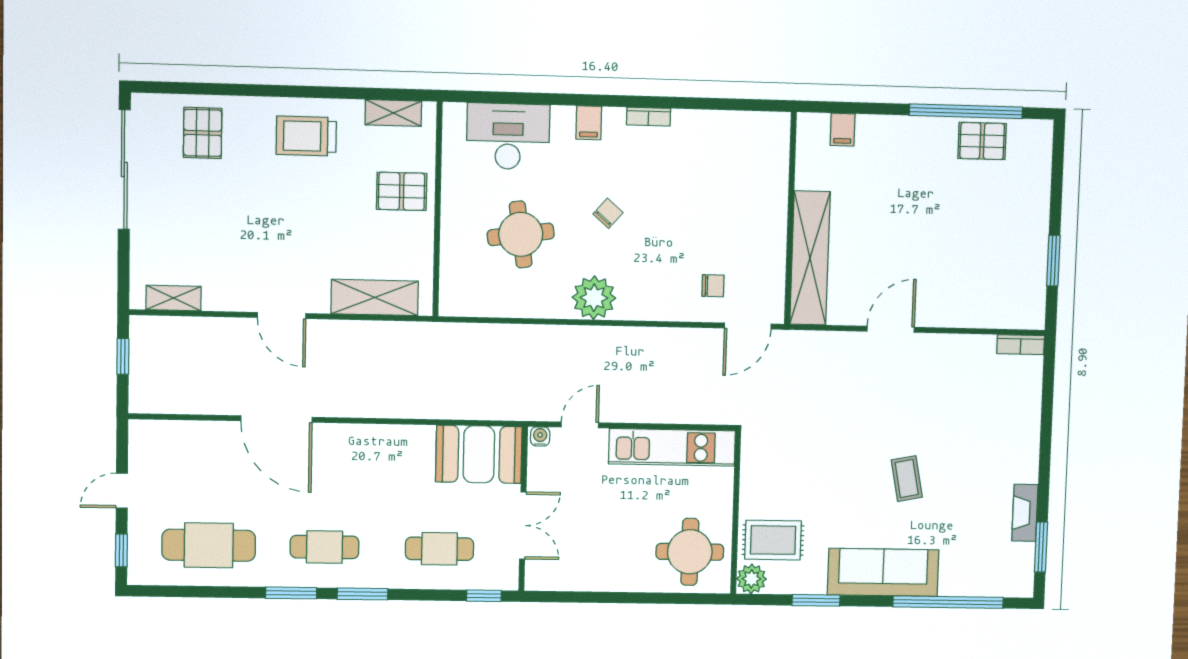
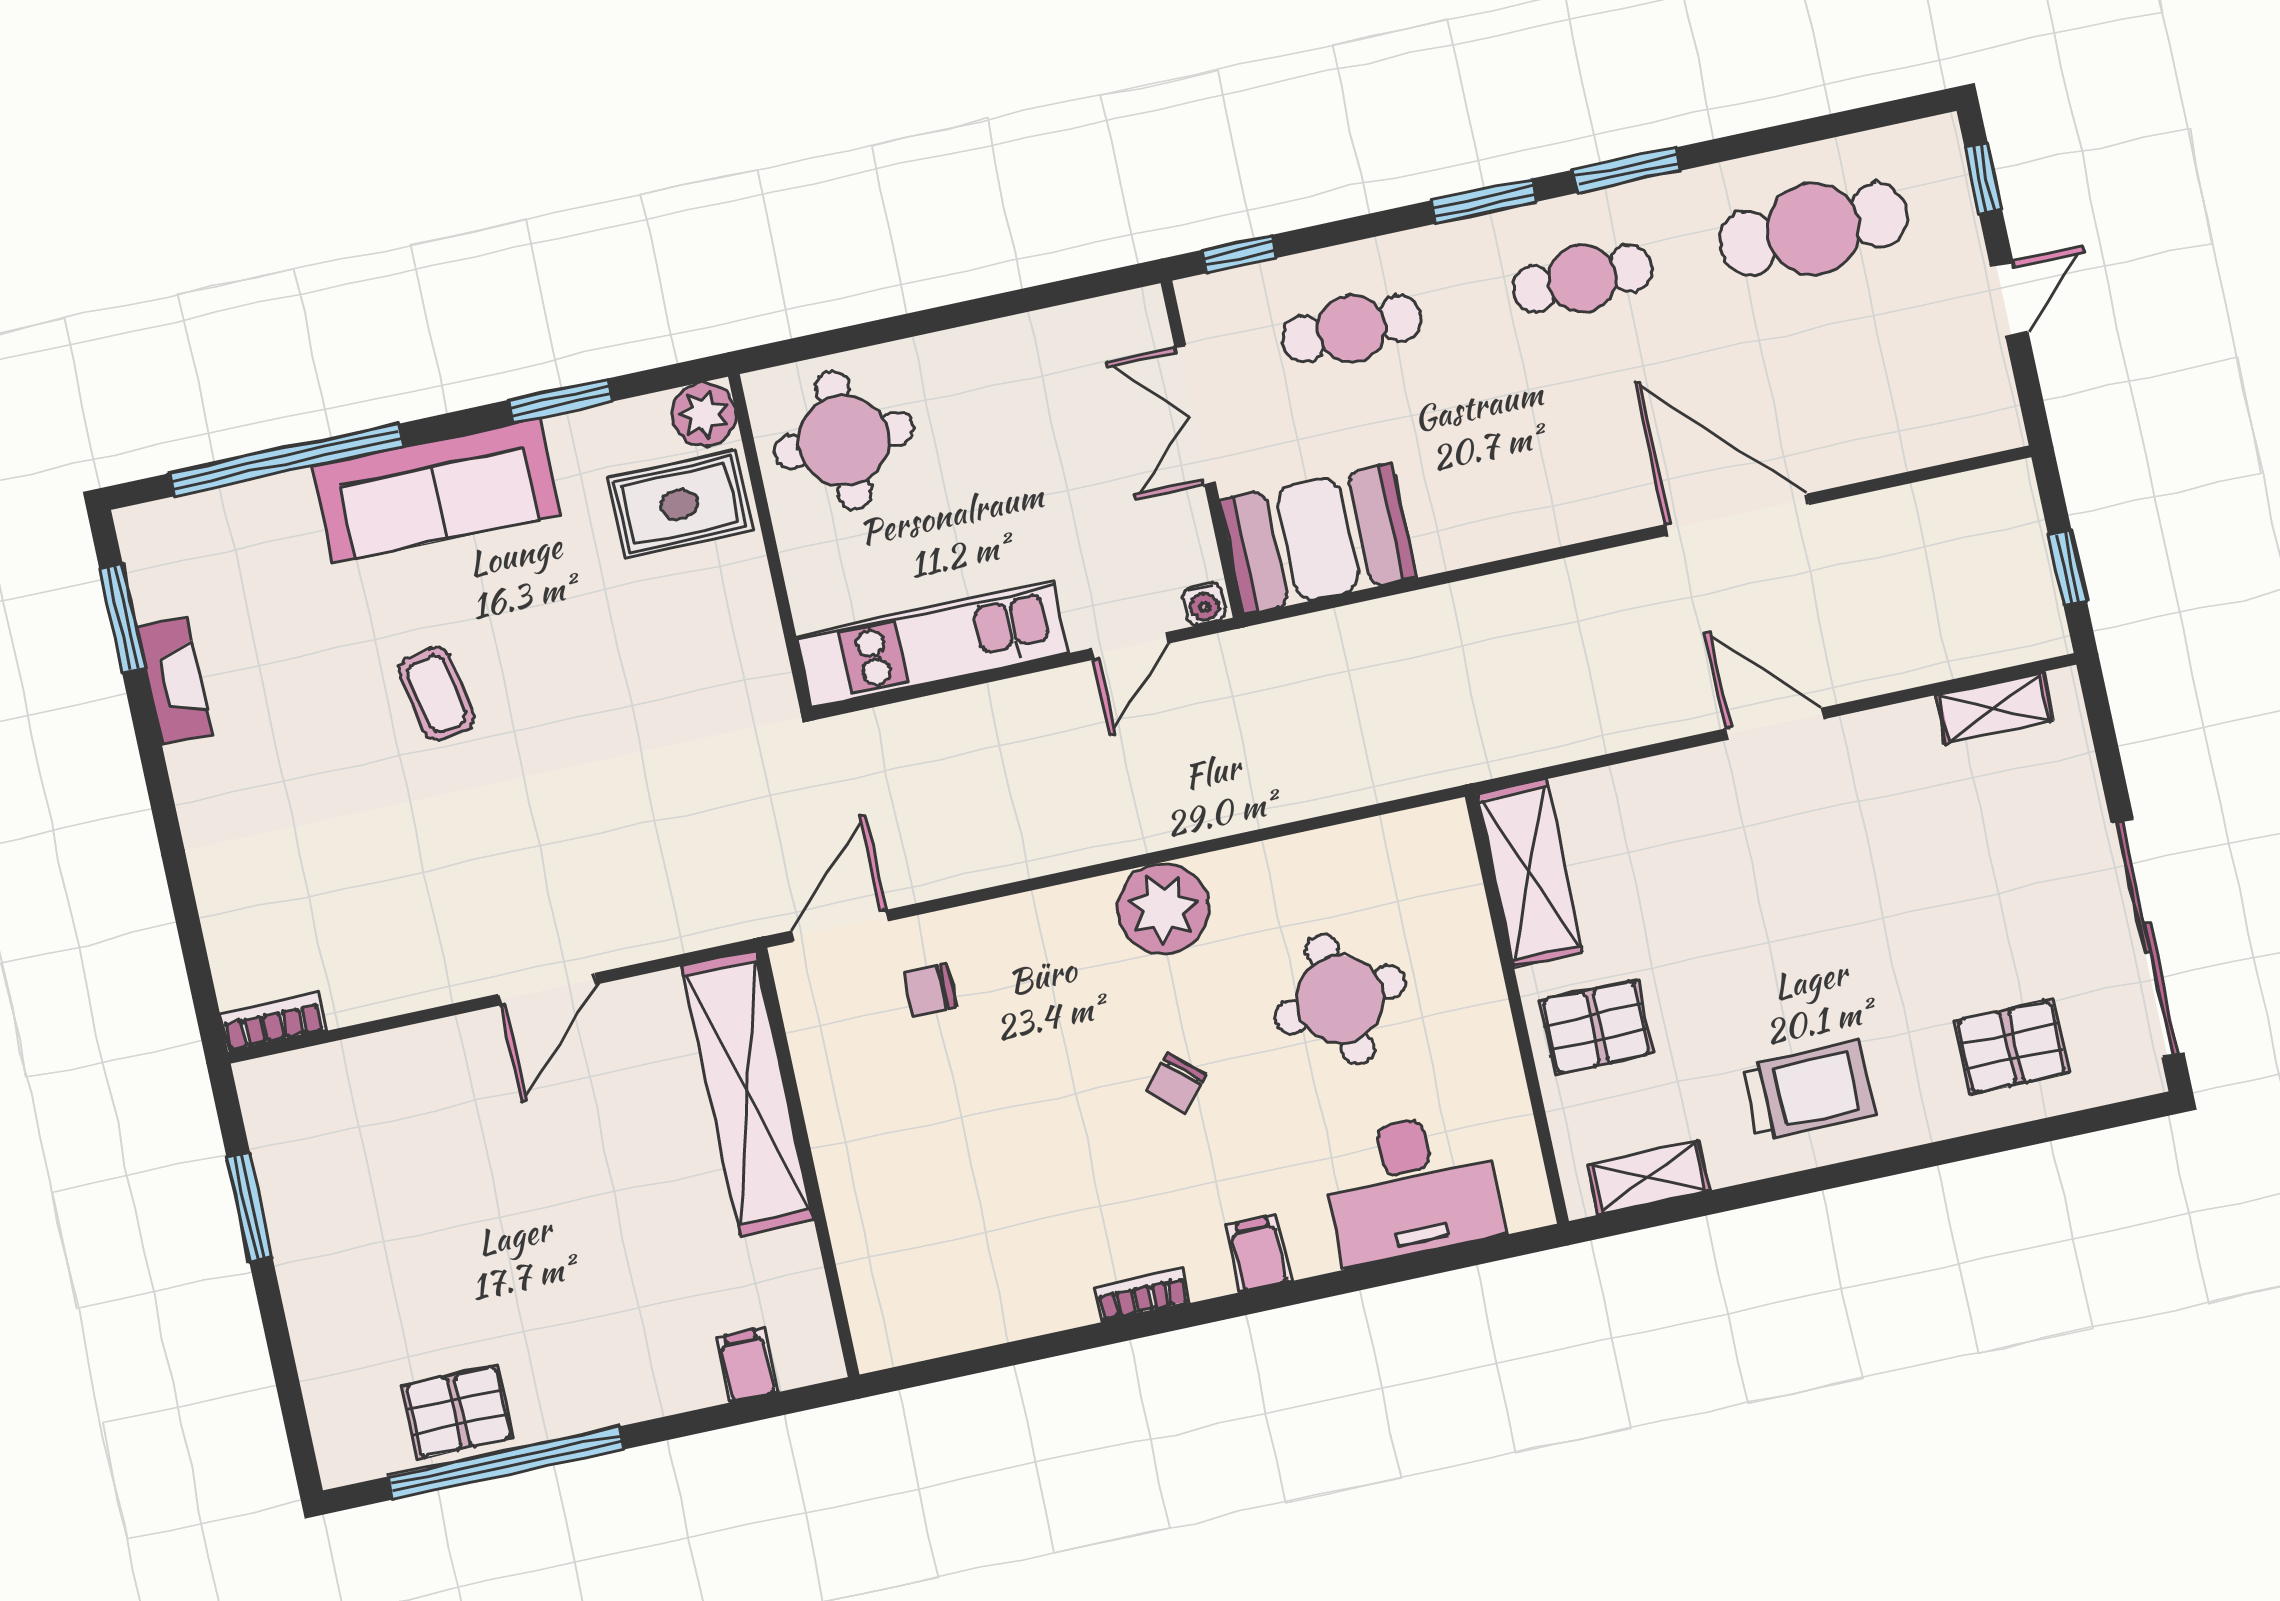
pallet: (203, 133) -> (2012, 1047), turned 90
shelving: (375, 297) -> (1530, 873), moved, turned 90

